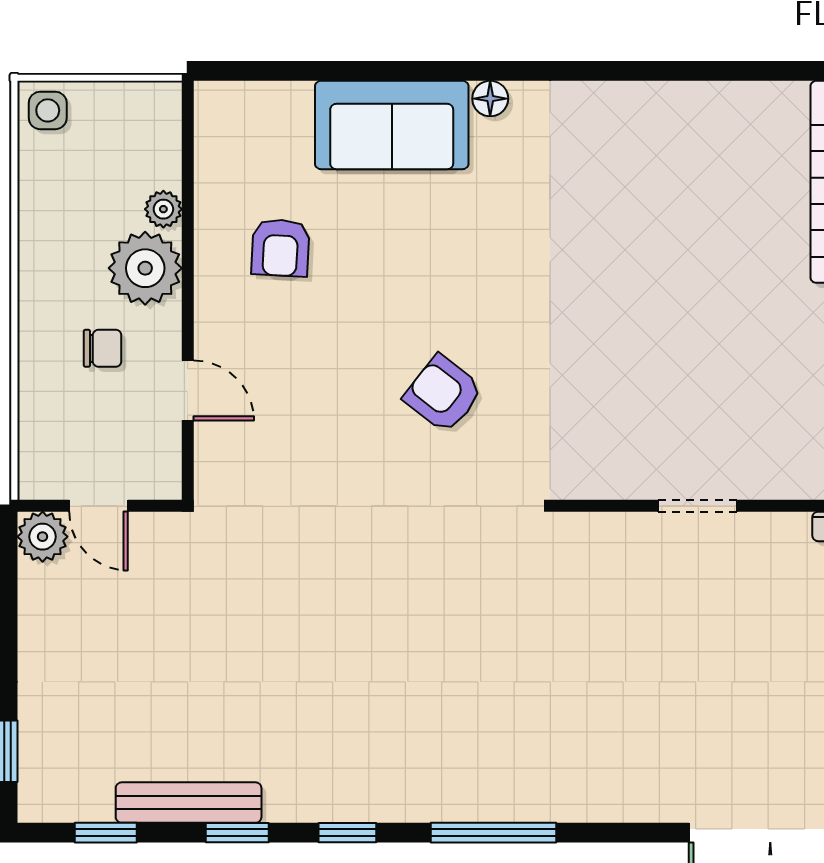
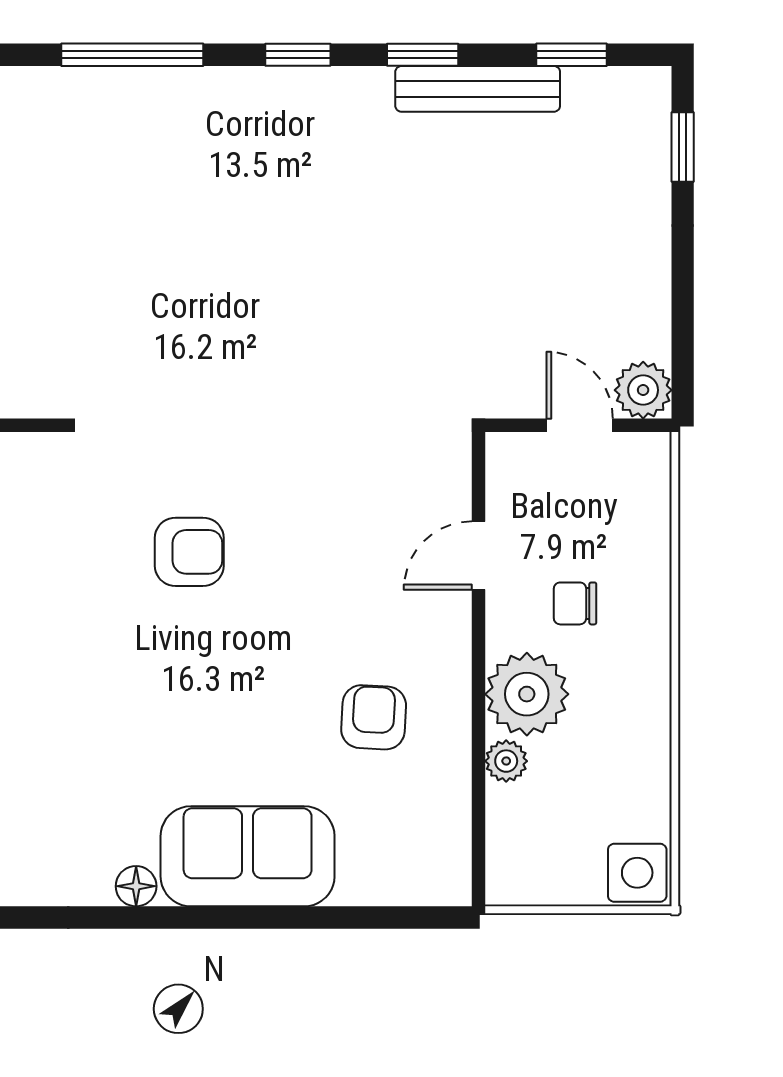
side table: (48, 110) -> (637, 873), width x1.37, depth x1.37
door: (188, 391) -> (479, 556), hinge flipped
armchair: (443, 394) -> (189, 552), turned -38

